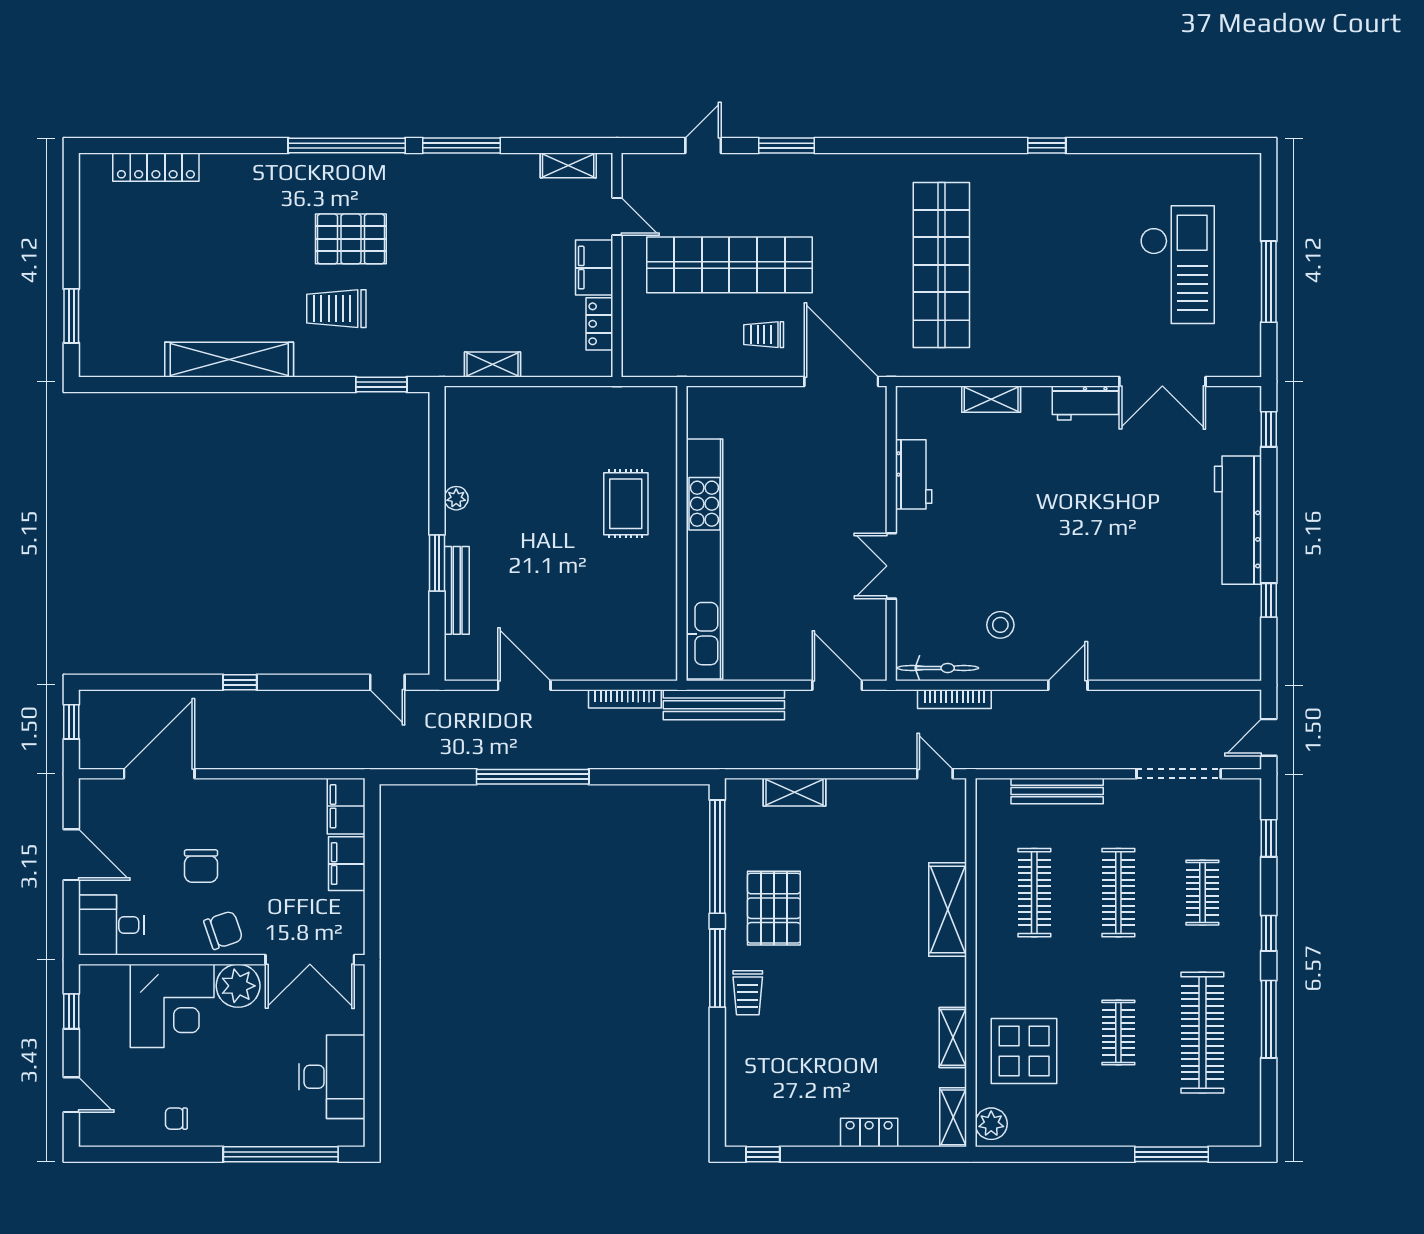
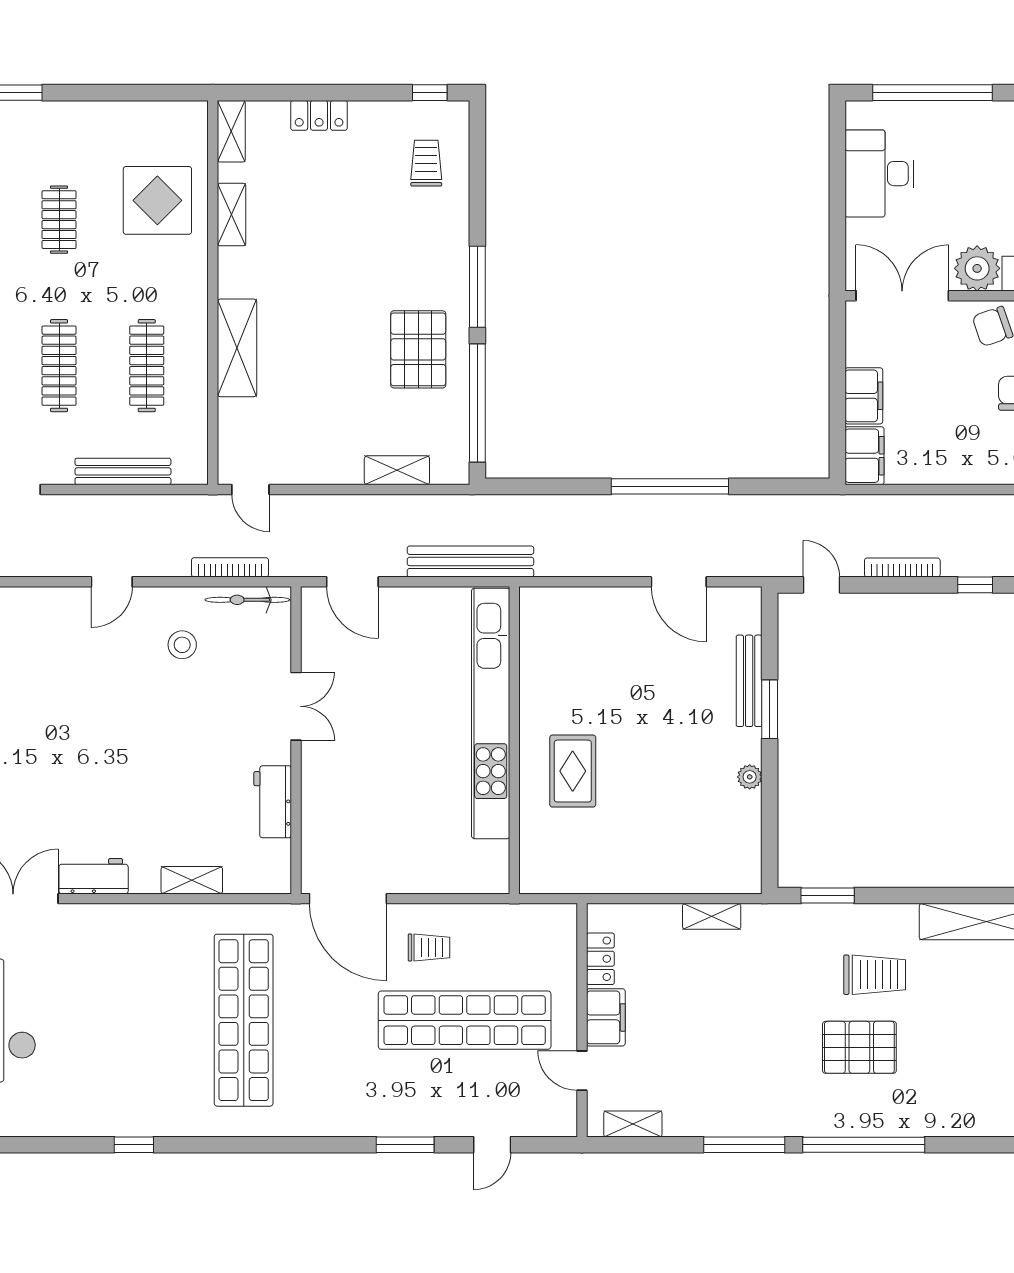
bookcase: (625, 699) -> (902, 568), moved
trolley: (748, 993) -> (426, 163), moved
plant: (991, 1124) -> (192, 125), removed

